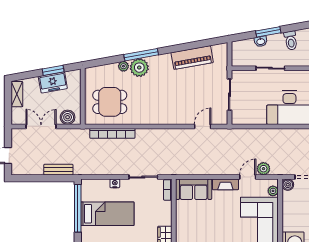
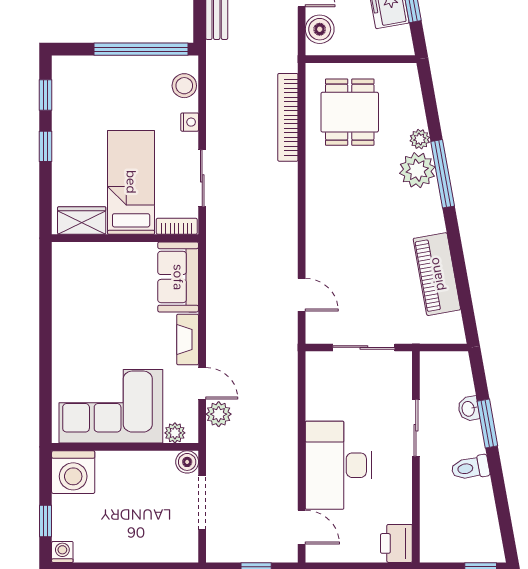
stool: (96, 186) -> (184, 86), added
bed: (107, 214) -> (131, 182), moved, turned 180

